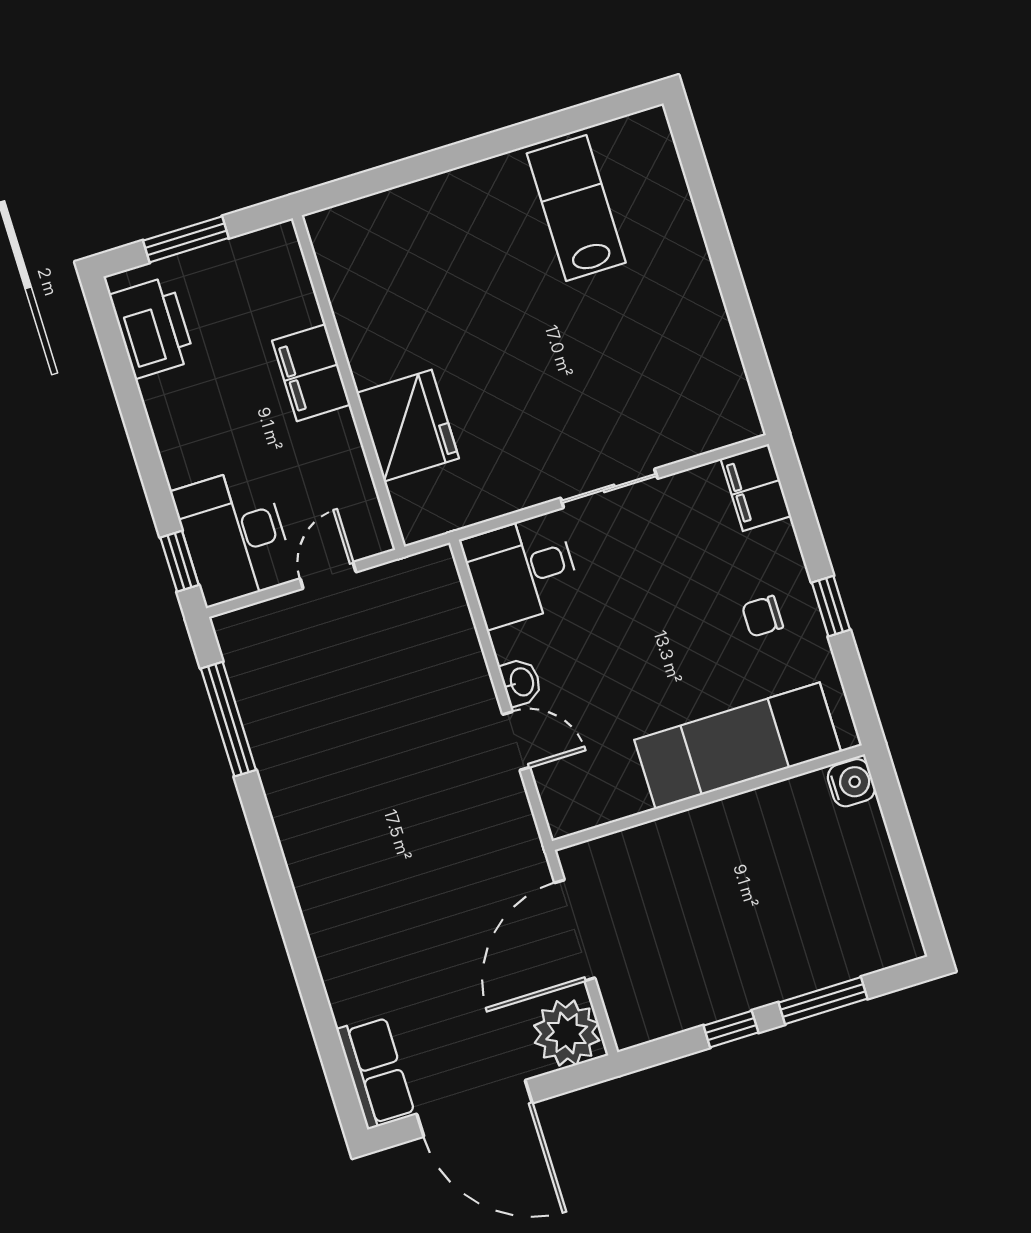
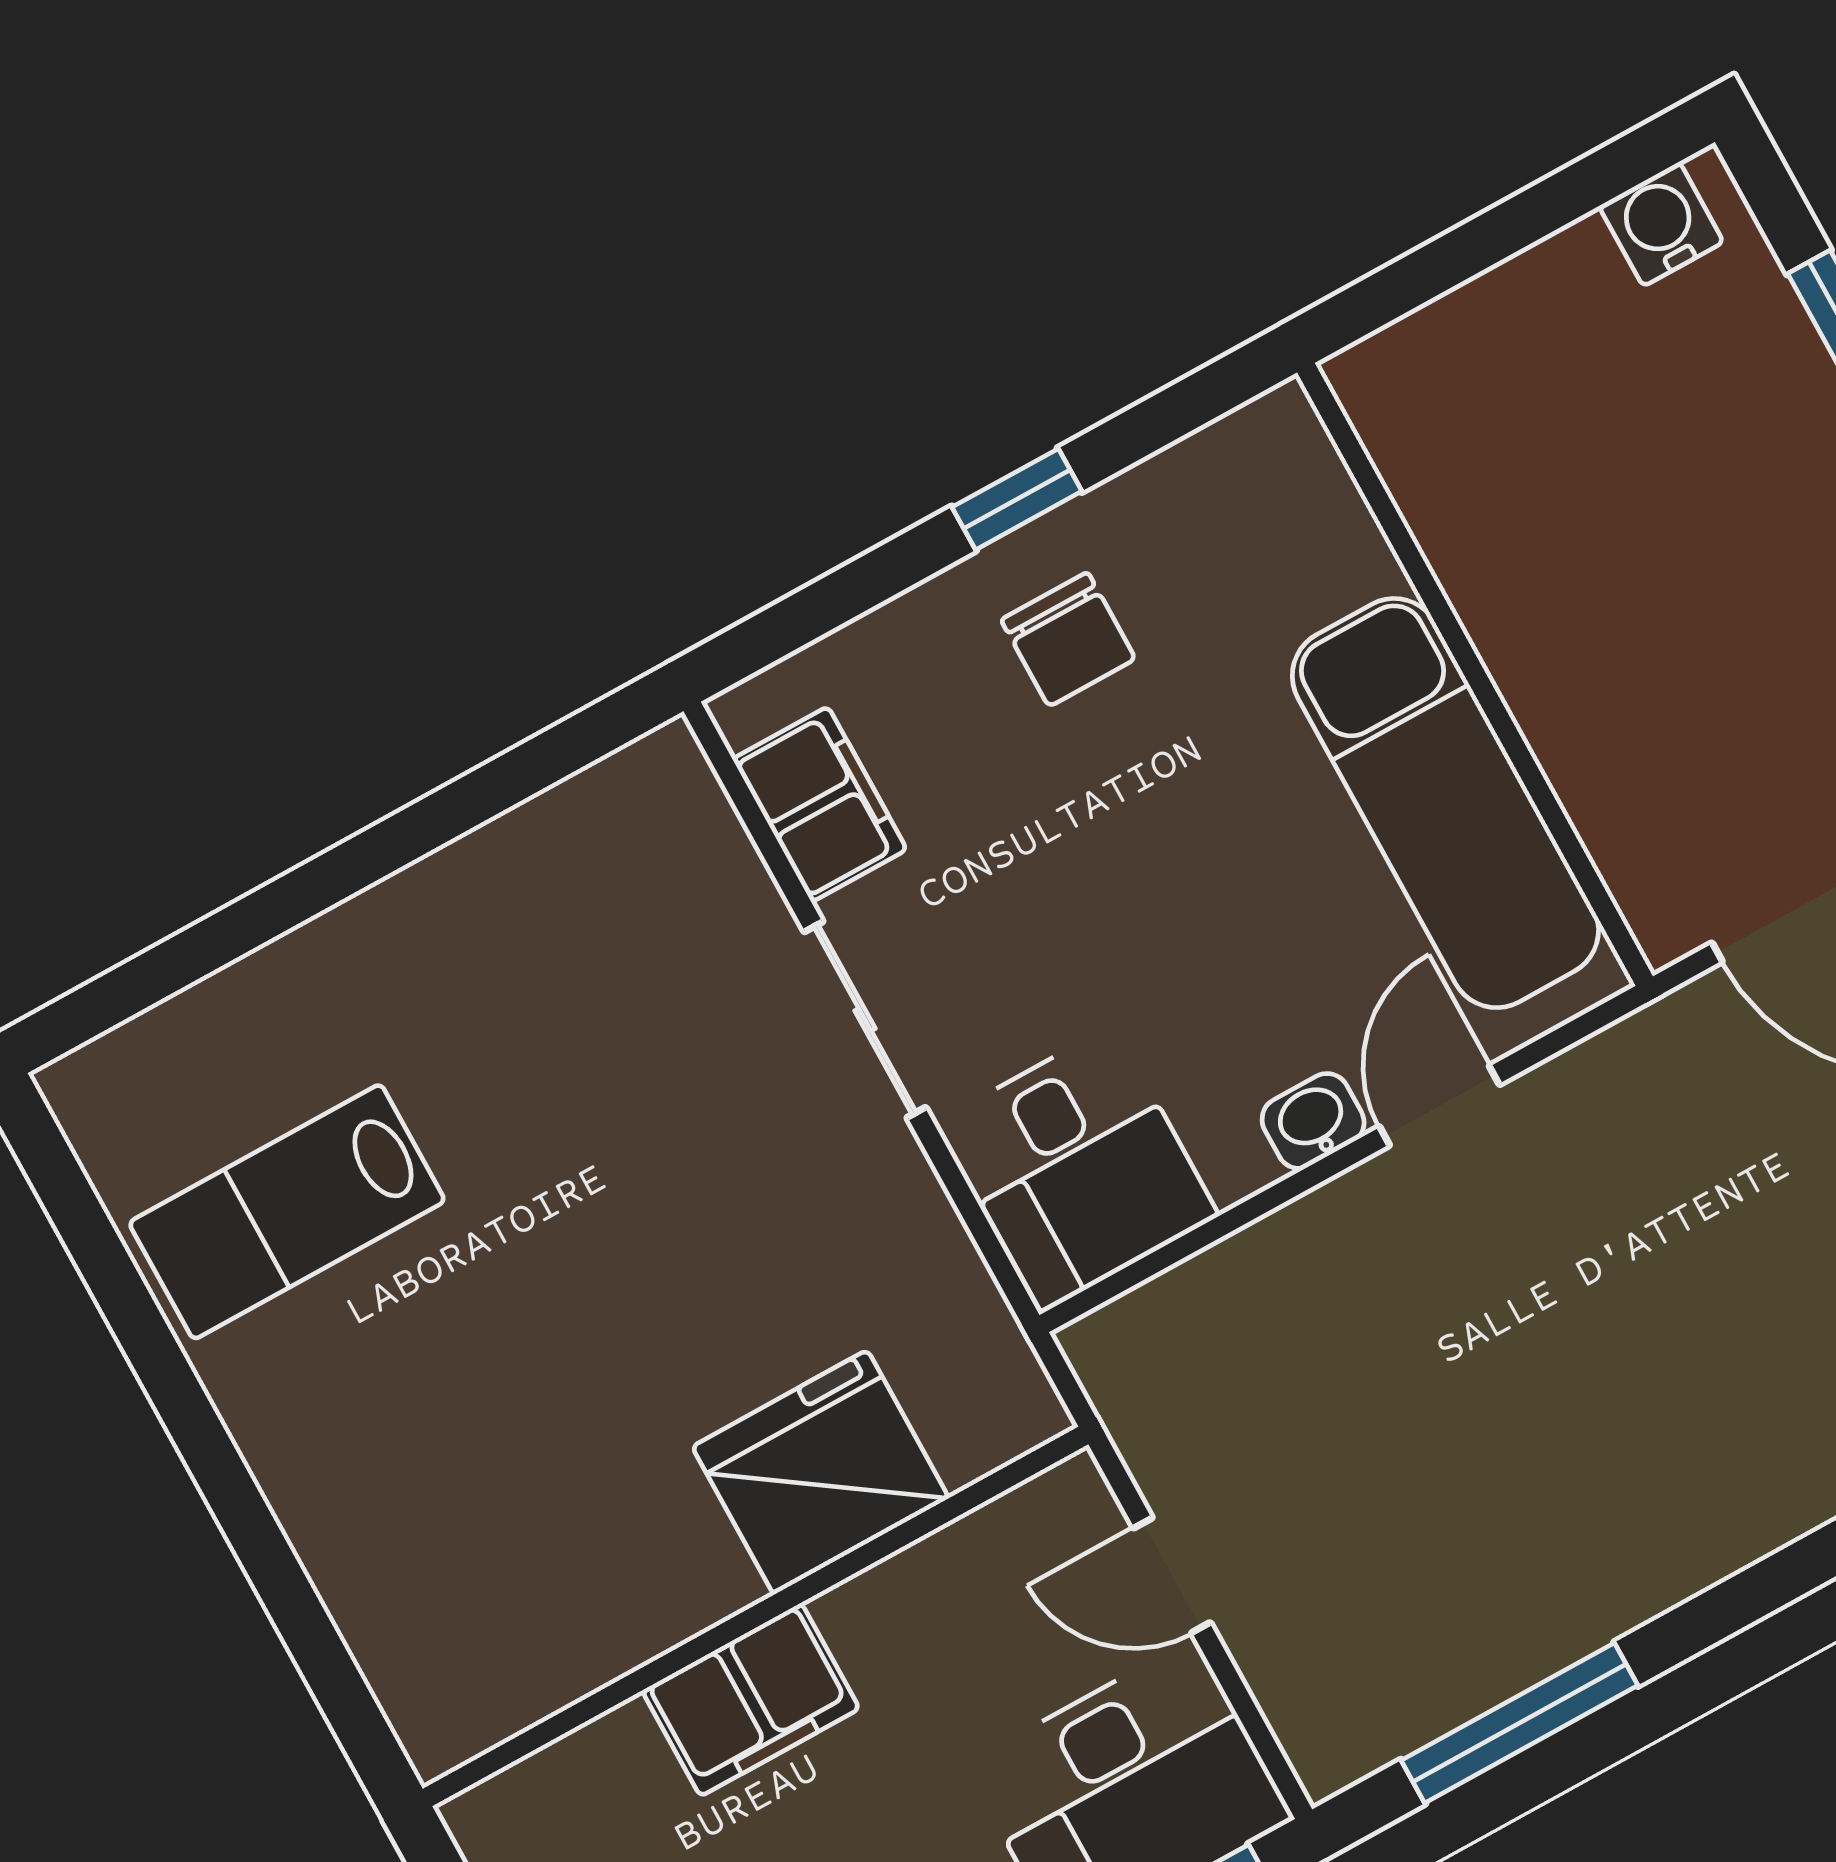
filing cabinet: (756, 487) -> (820, 804), moved, turned -90
chair: (762, 616) -> (1068, 639), width x1.37, depth x1.37
exam couch: (738, 746) -> (1445, 803), moved
water cooler: (851, 783) -> (1661, 224), moved

